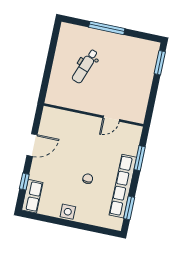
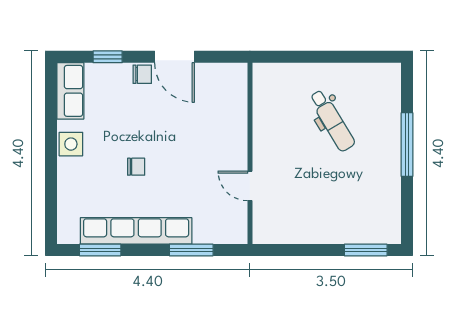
dental chair: (85, 66) -> (332, 121), turned -141
chair: (38, 165) -> (142, 74), added
row of seats: (32, 196) -> (70, 91), moved, turned -90

